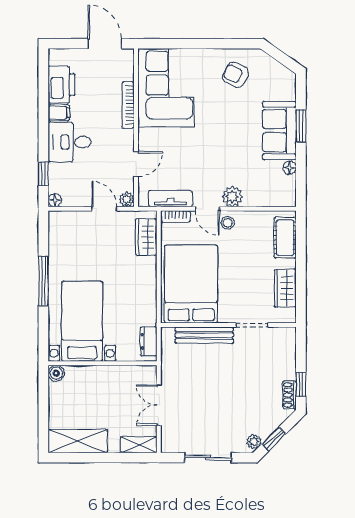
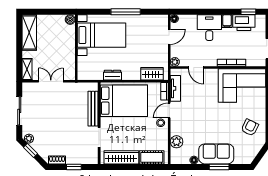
window: (43, 174) -> (248, 12), moved
plant: (232, 197) -> (177, 142), moved
door: (104, 209) -> (169, 37), moved
wardrobe: (285, 288) -> (121, 157), width x1.50
dresser: (149, 341) -> (112, 75), moved
window: (301, 384) -> (74, 167), moved

